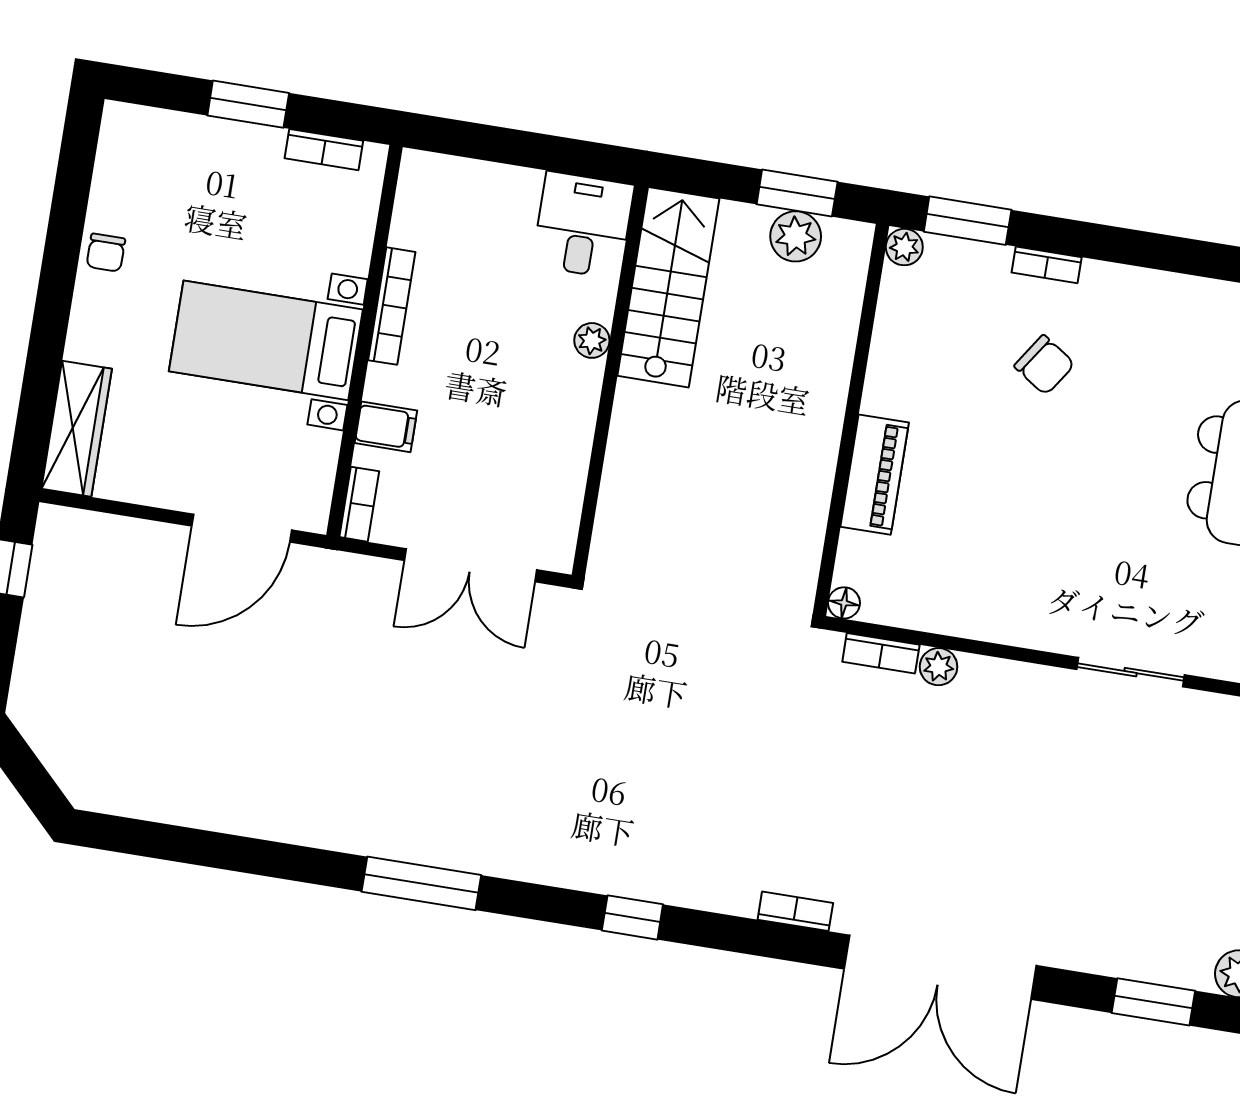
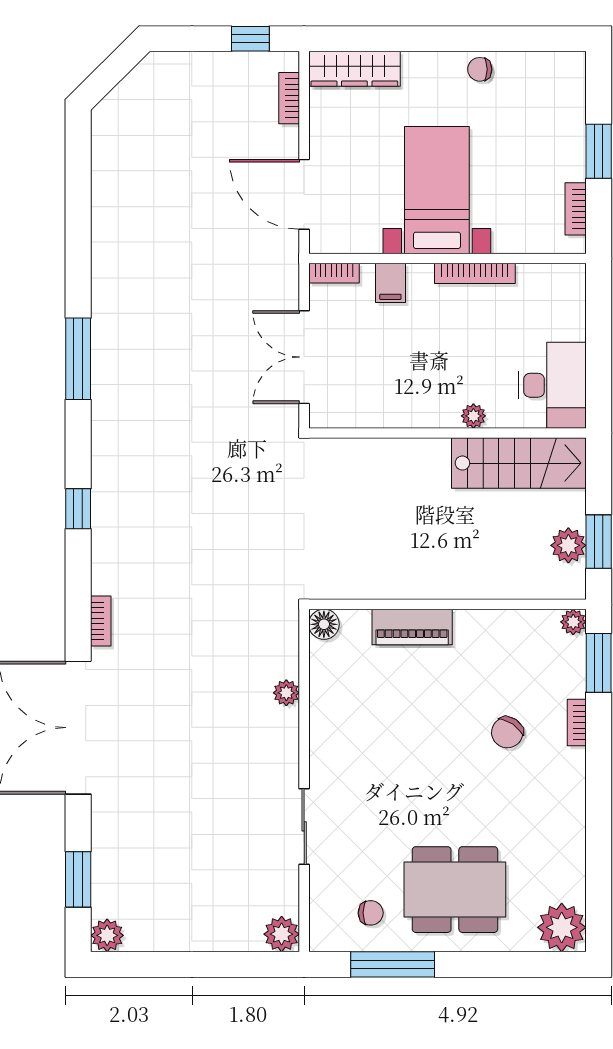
desk: (583, 225) -> (552, 385), width x1.37
floor lamp: (844, 603) -> (324, 624), width x1.37, depth x1.37
bookcase: (881, 653) -> (289, 98), moved

